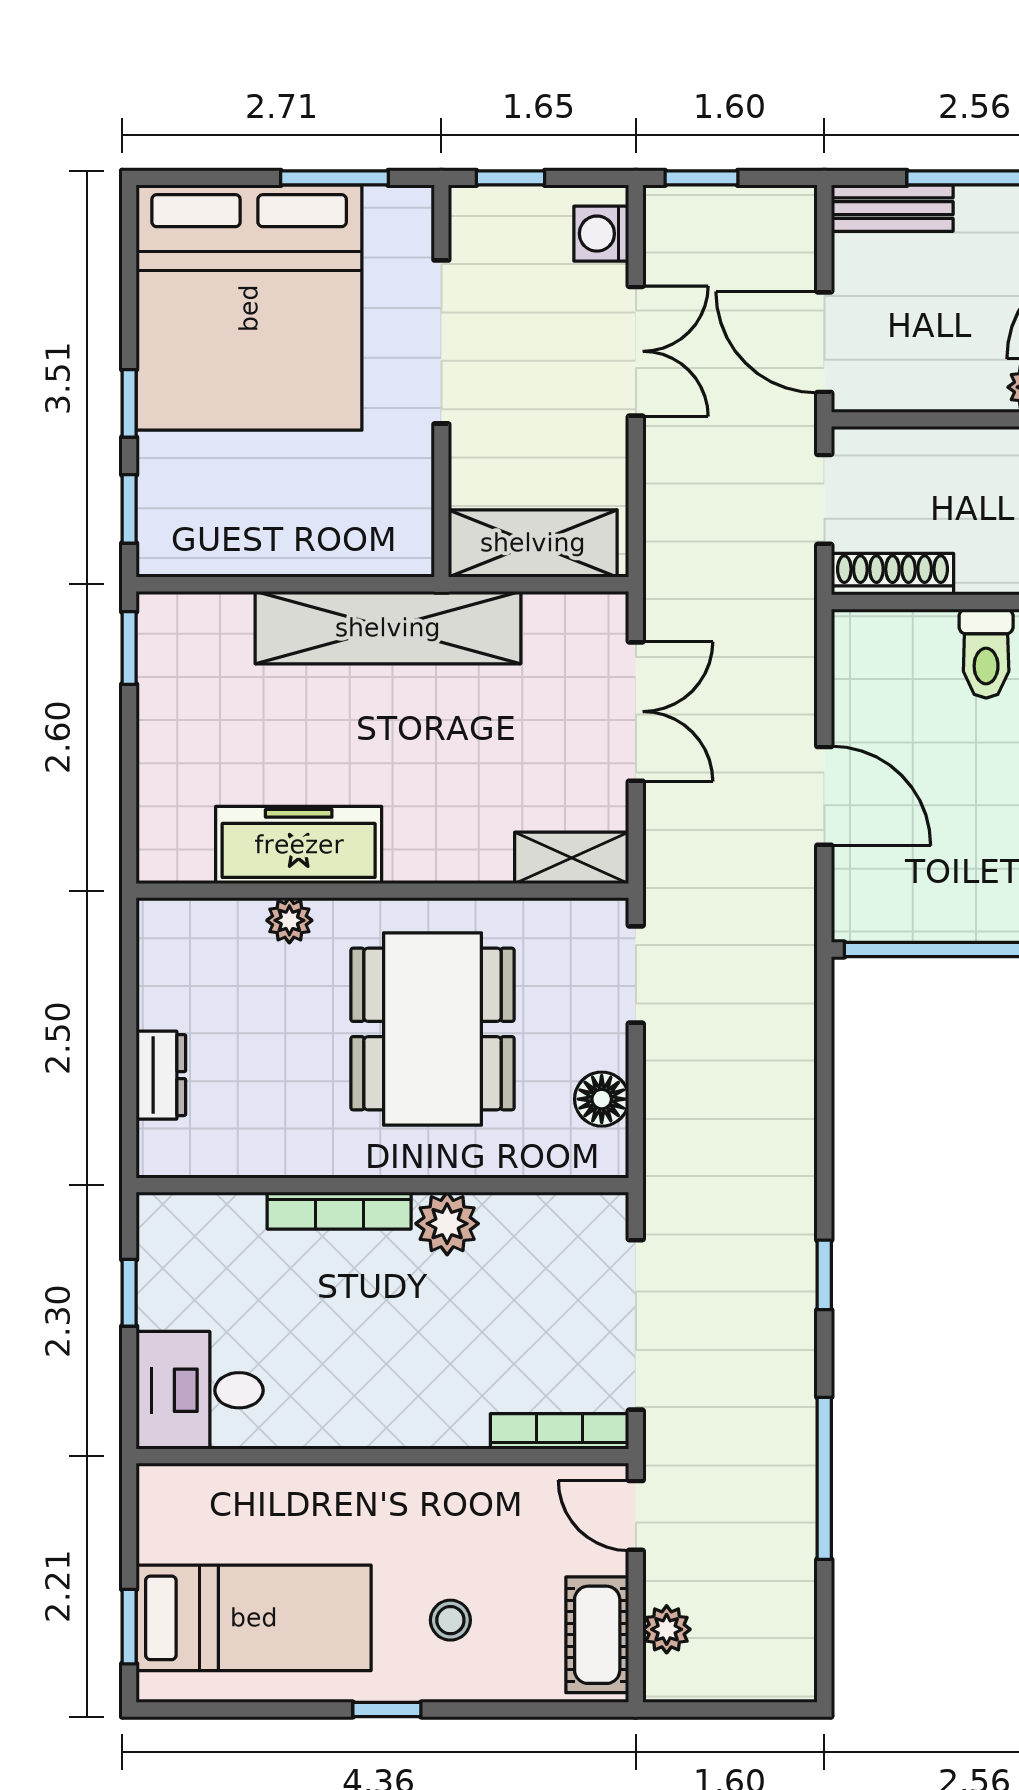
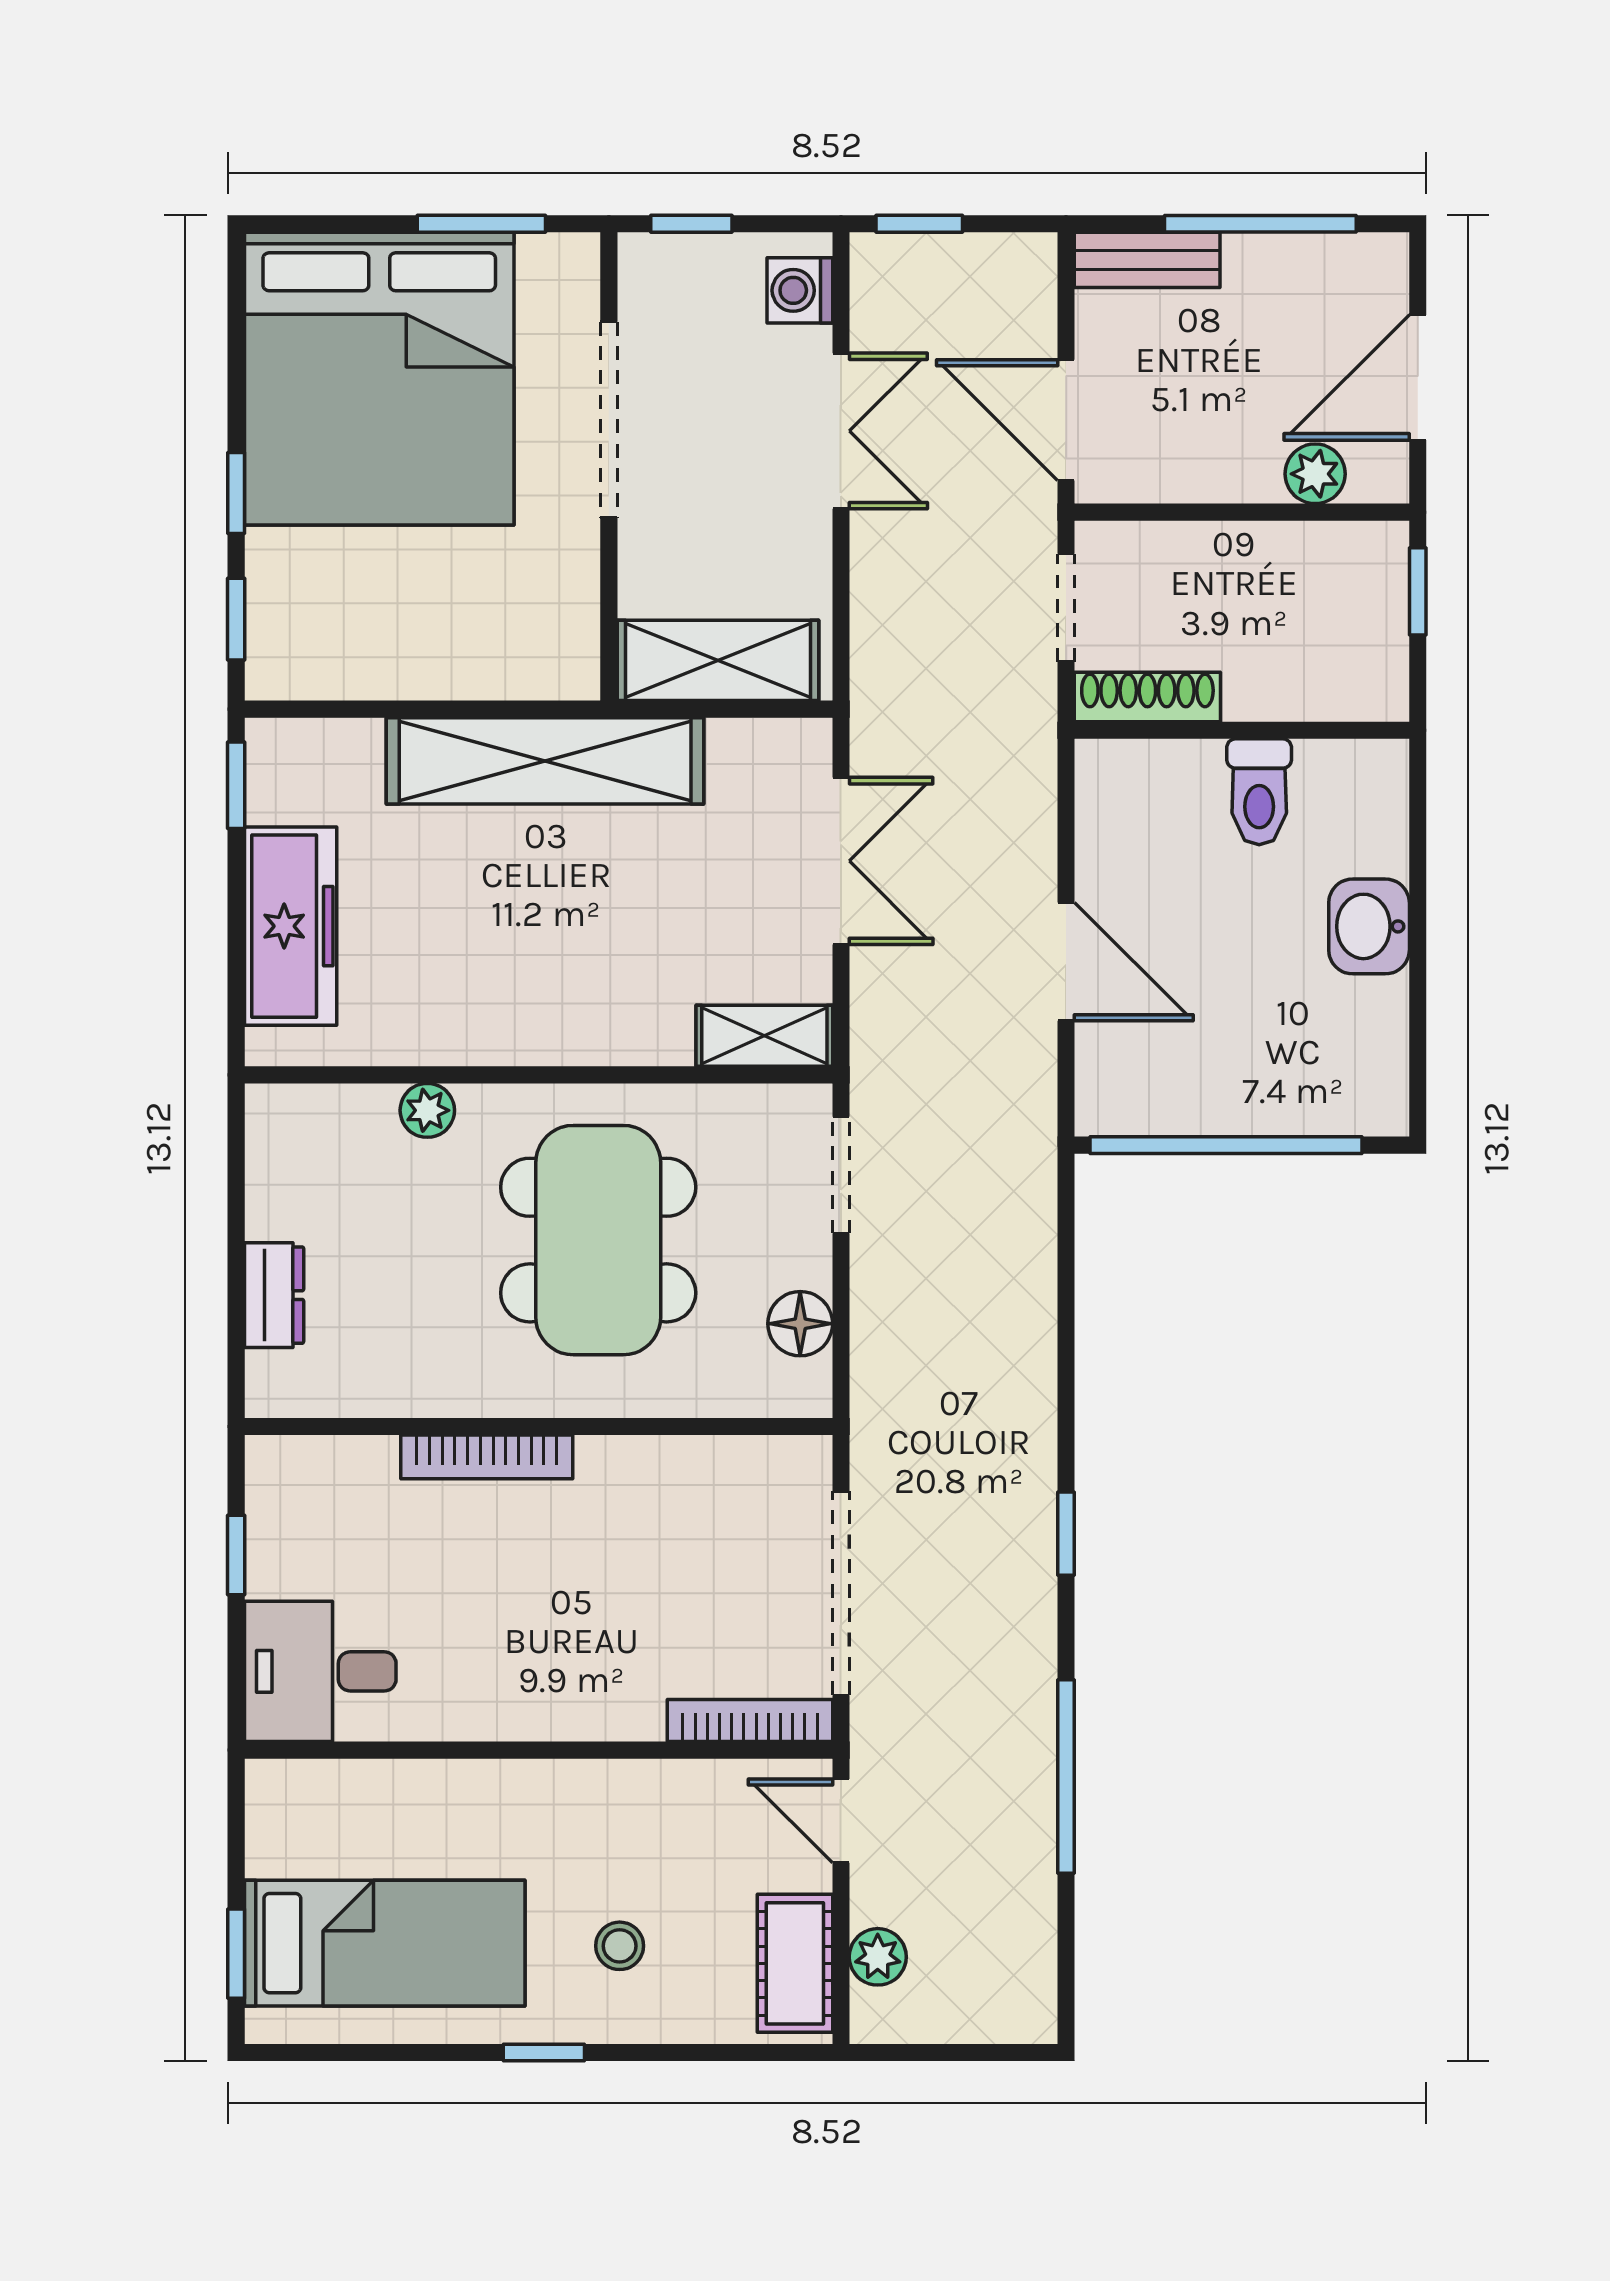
freezer: (299, 845) -> (291, 926), moved, turned 90
plant: (447, 1224) -> (616, 1472), removed

